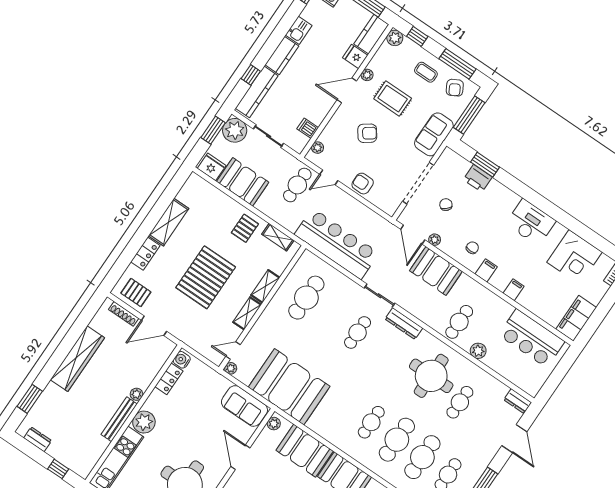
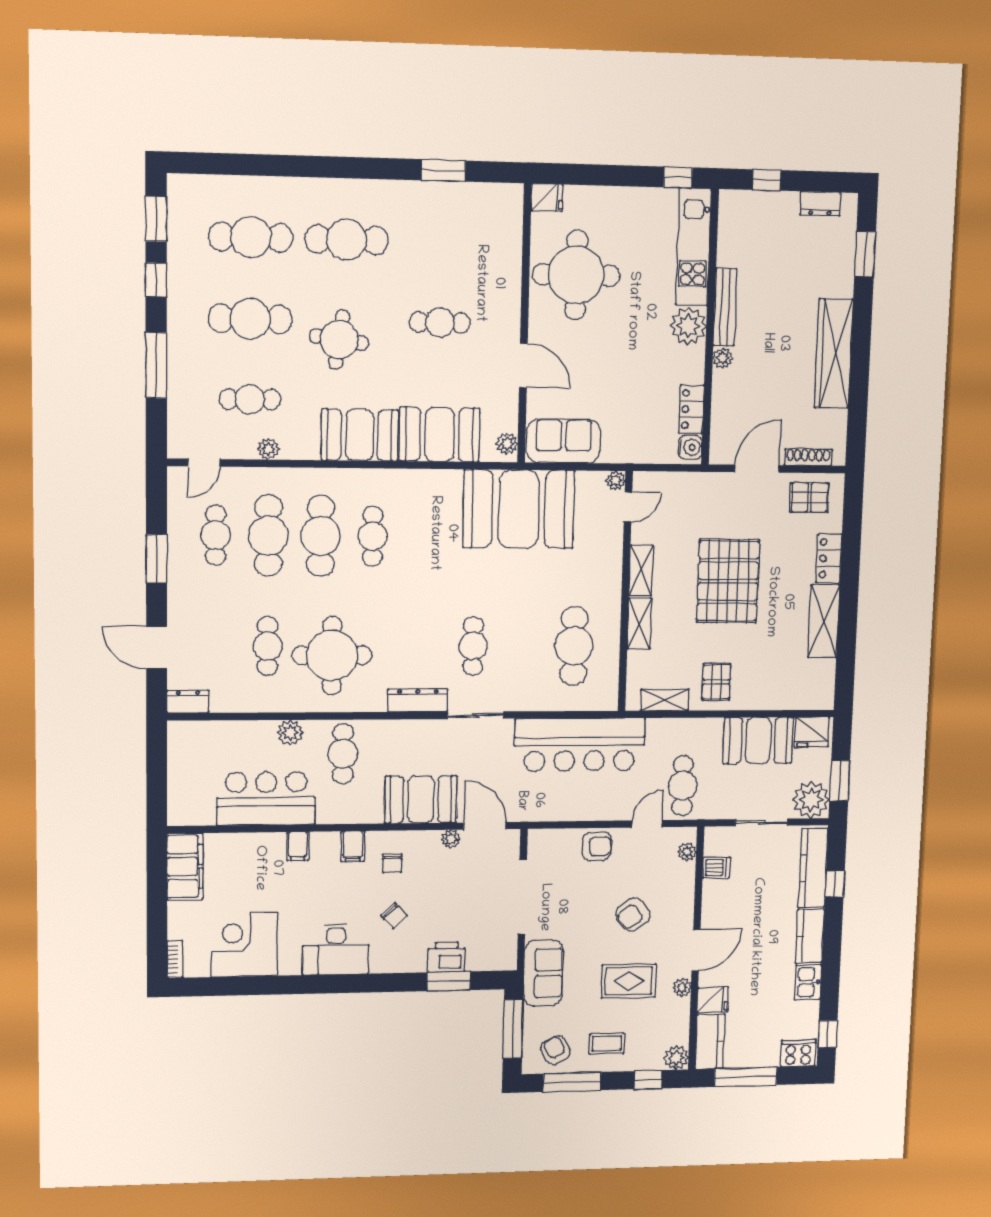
chair: (446, 205) -> (394, 916), moved
bar counter: (532, 338) -> (266, 799), moved

